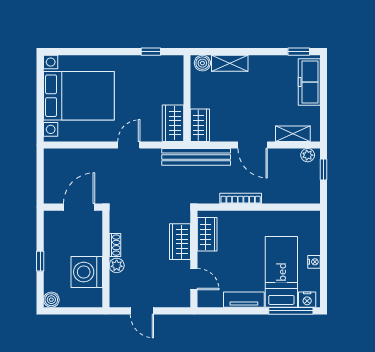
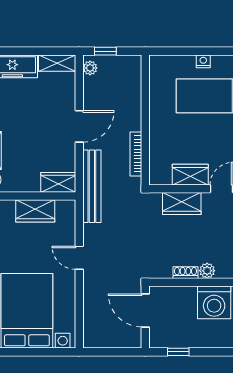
wardrobe: (173, 123) -> (35, 211), moved
shelving: (293, 134) -> (57, 63), moved, turned 90
bookcase: (241, 198) -> (136, 154), moved
wardrobe: (207, 234) -> (190, 175), moved
window: (40, 261) -> (178, 352), moved

